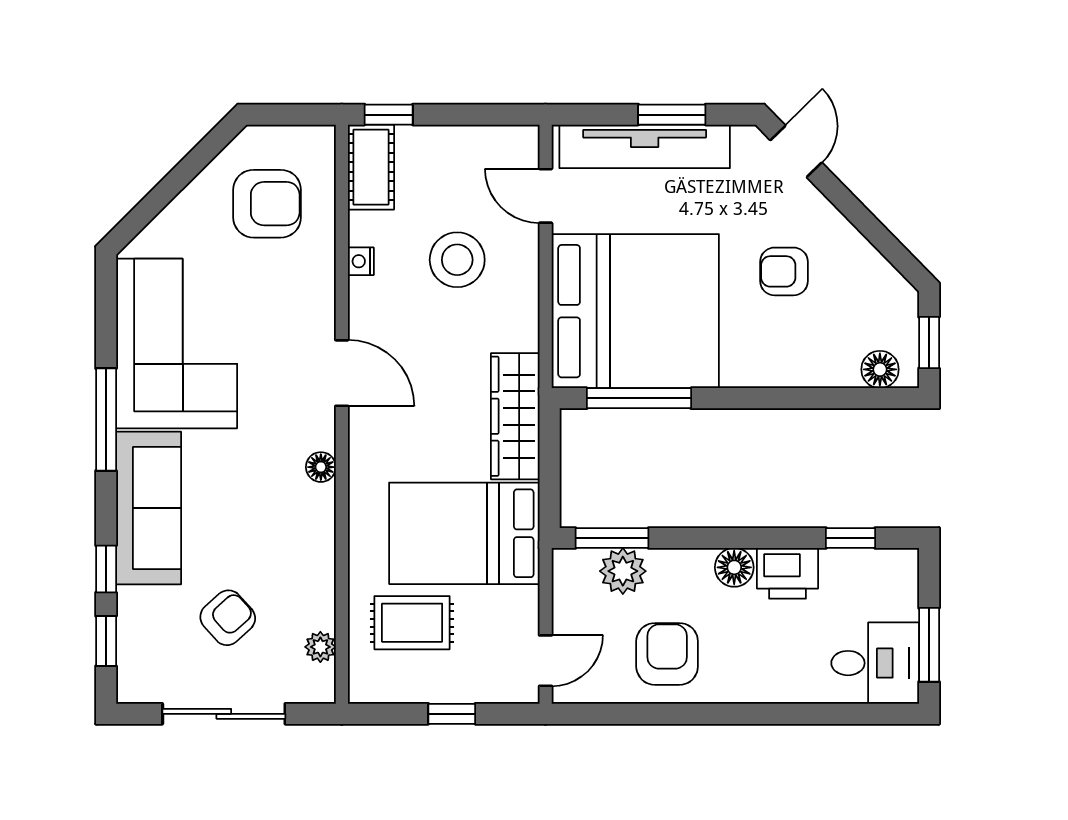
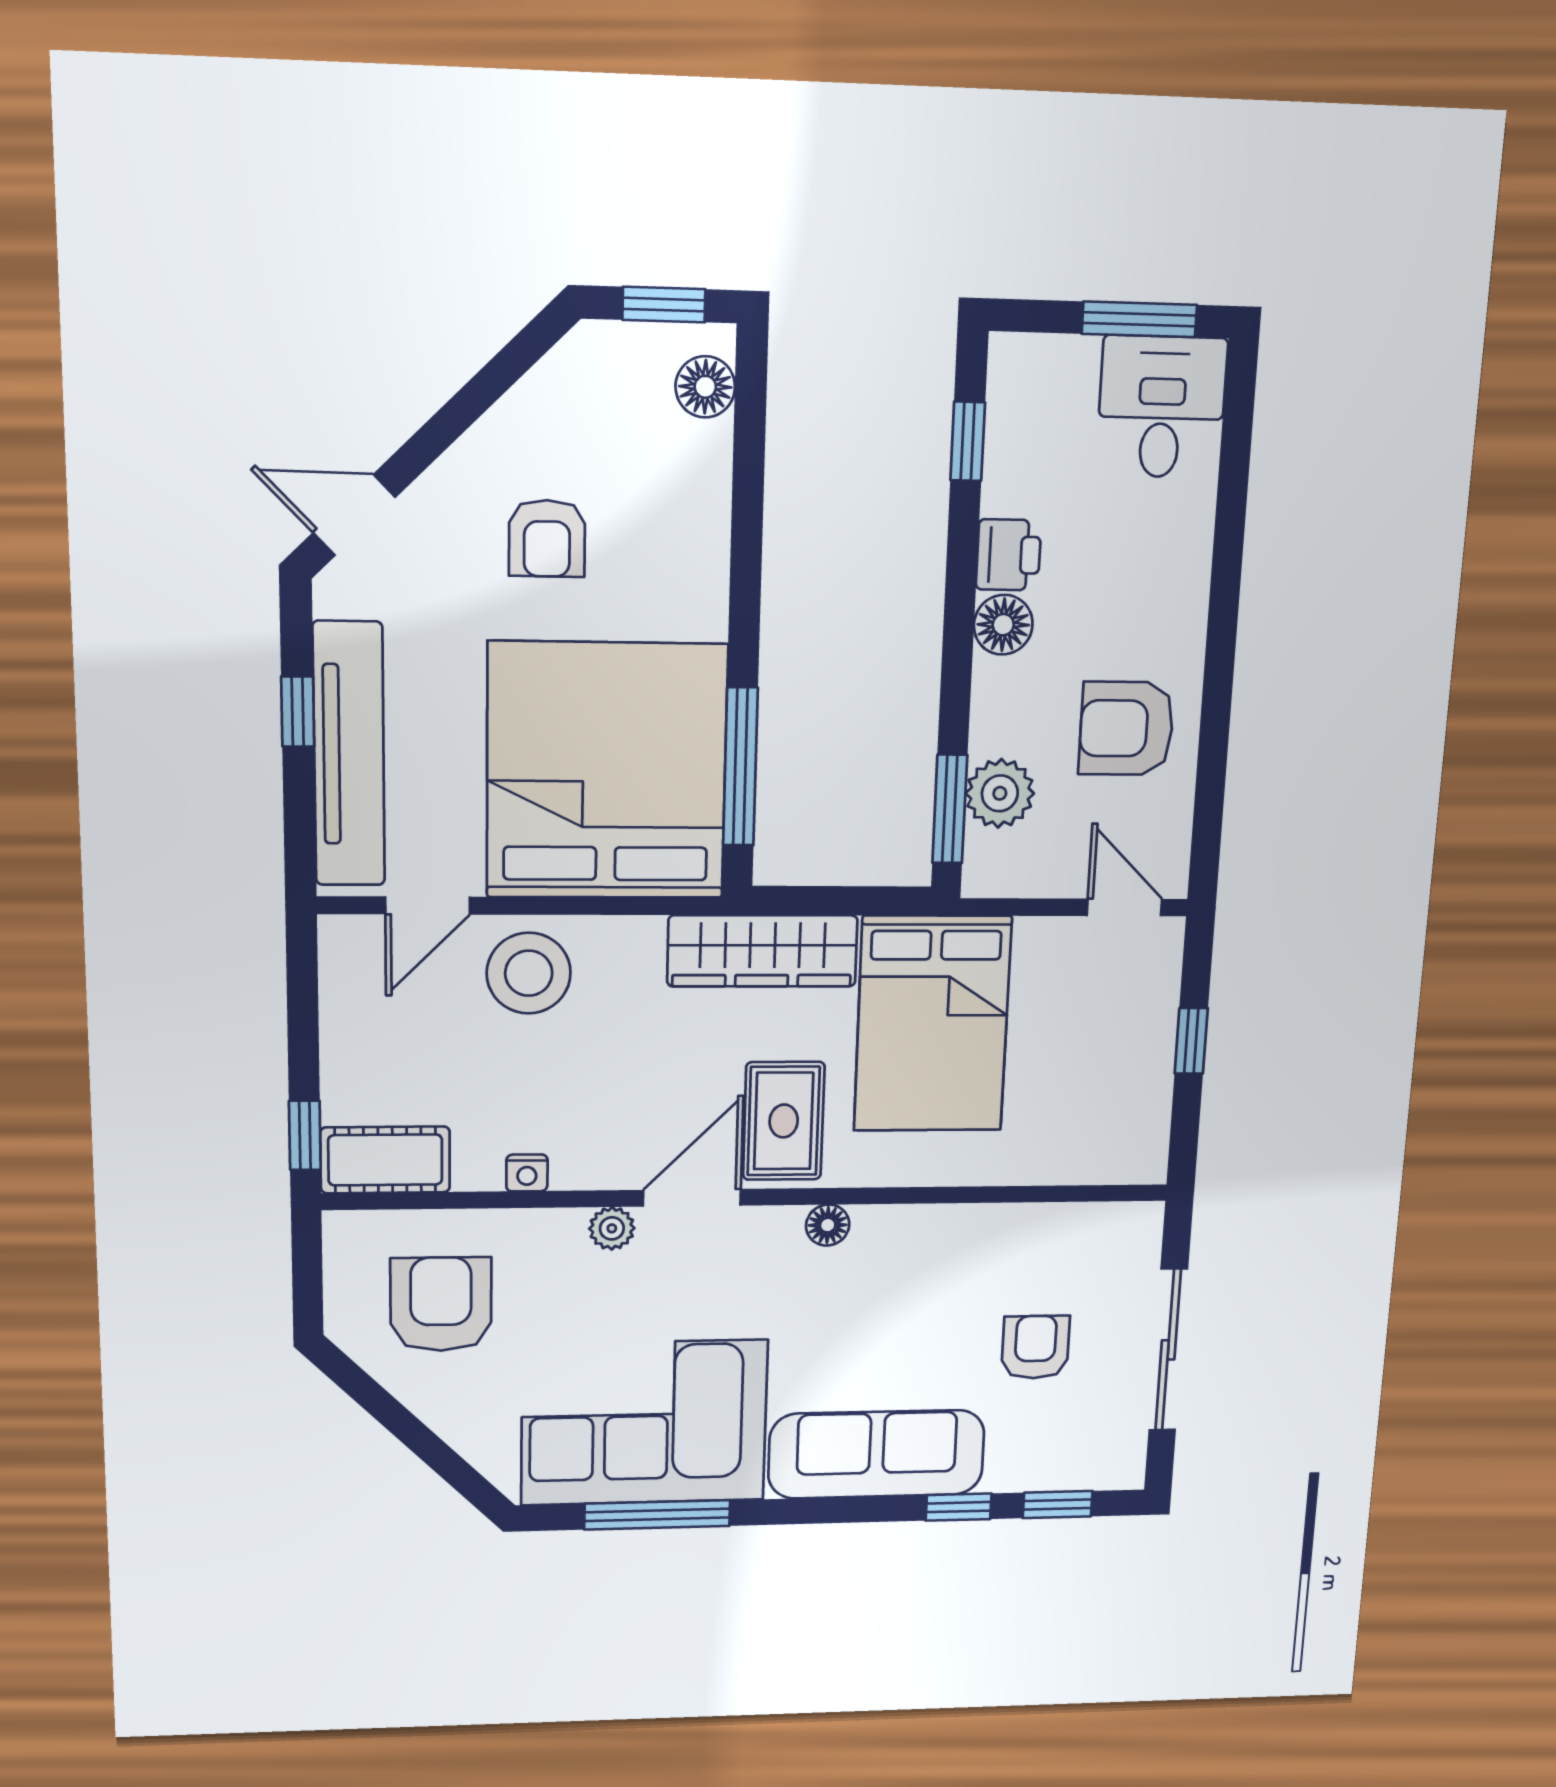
window: (672, 115) -> (298, 712), width x0.67
stool: (457, 260) -> (529, 973), moved
window: (106, 420) -> (657, 1515), moved
printer: (788, 573) -> (1009, 555), width x0.73, depth x0.81
armchair: (228, 618) -> (1035, 1347), turned 42
rug: (412, 623) -> (784, 1121), moved
plant: (320, 647) -> (612, 1228), moved

